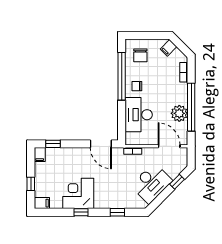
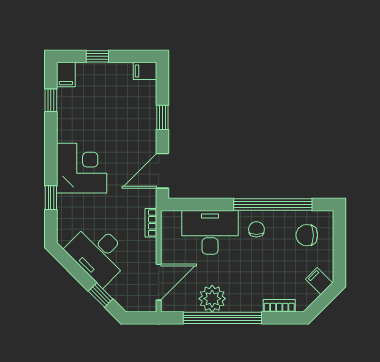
window: (53, 144) -> (162, 117), moved
corner desk: (78, 193) -> (82, 168), moved
window: (81, 212) -> (51, 100), moved

